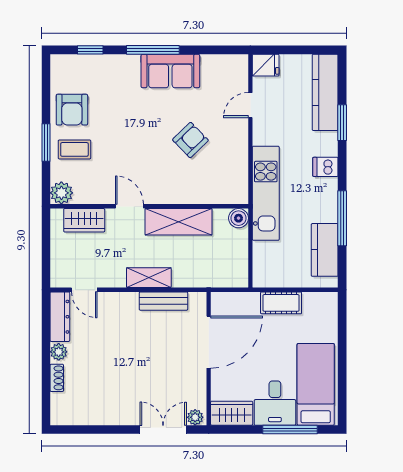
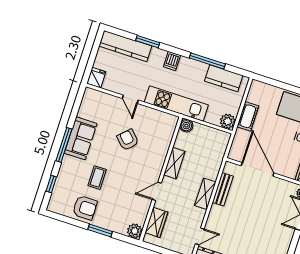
door: (250, 105) -> (130, 99), moved
coffee table: (74, 149) -> (97, 178), moved
shelving: (179, 222) -> (174, 163), width x0.67, depth x0.75
plant: (264, 276) -> (228, 121), added

